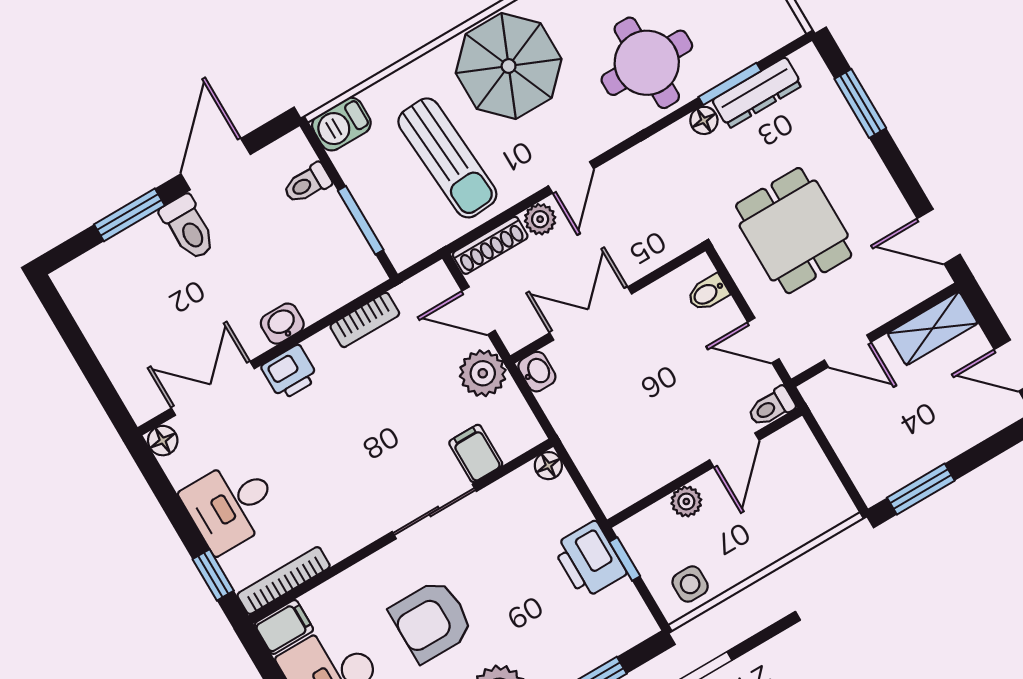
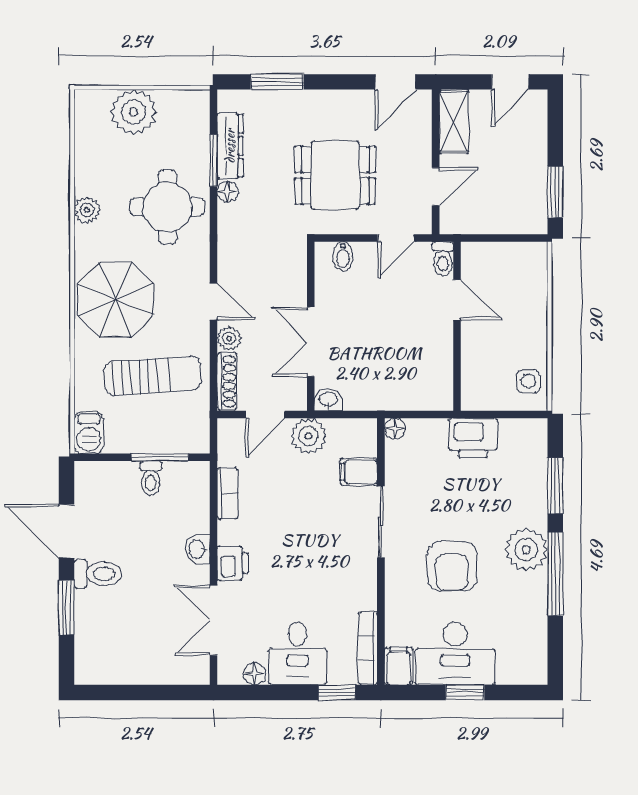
toilet: (307, 184) -> (151, 478), moved
floor lamp: (163, 441) -> (255, 674), moved
plant: (686, 502) -> (472, 352), removed
window: (625, 559) -> (486, 415), removed

